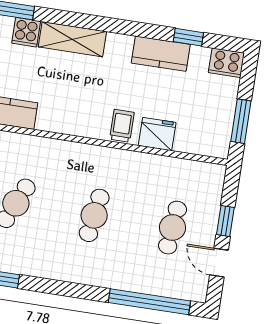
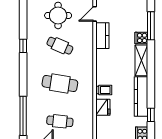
kitchen counter: (161, 54) -> (141, 96), width x1.50
cafe table: (94, 215) -> (60, 83), width x1.37, depth x1.35

